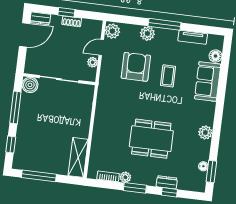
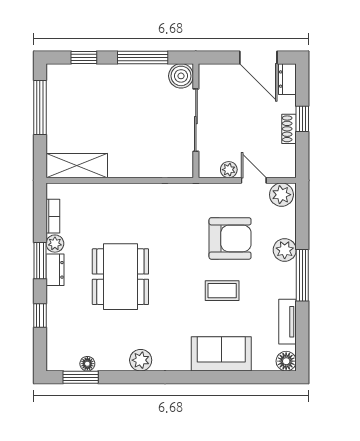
floor lamp: (215, 56) -> (286, 361), moved
dresser: (167, 182) -> (55, 270), moved

